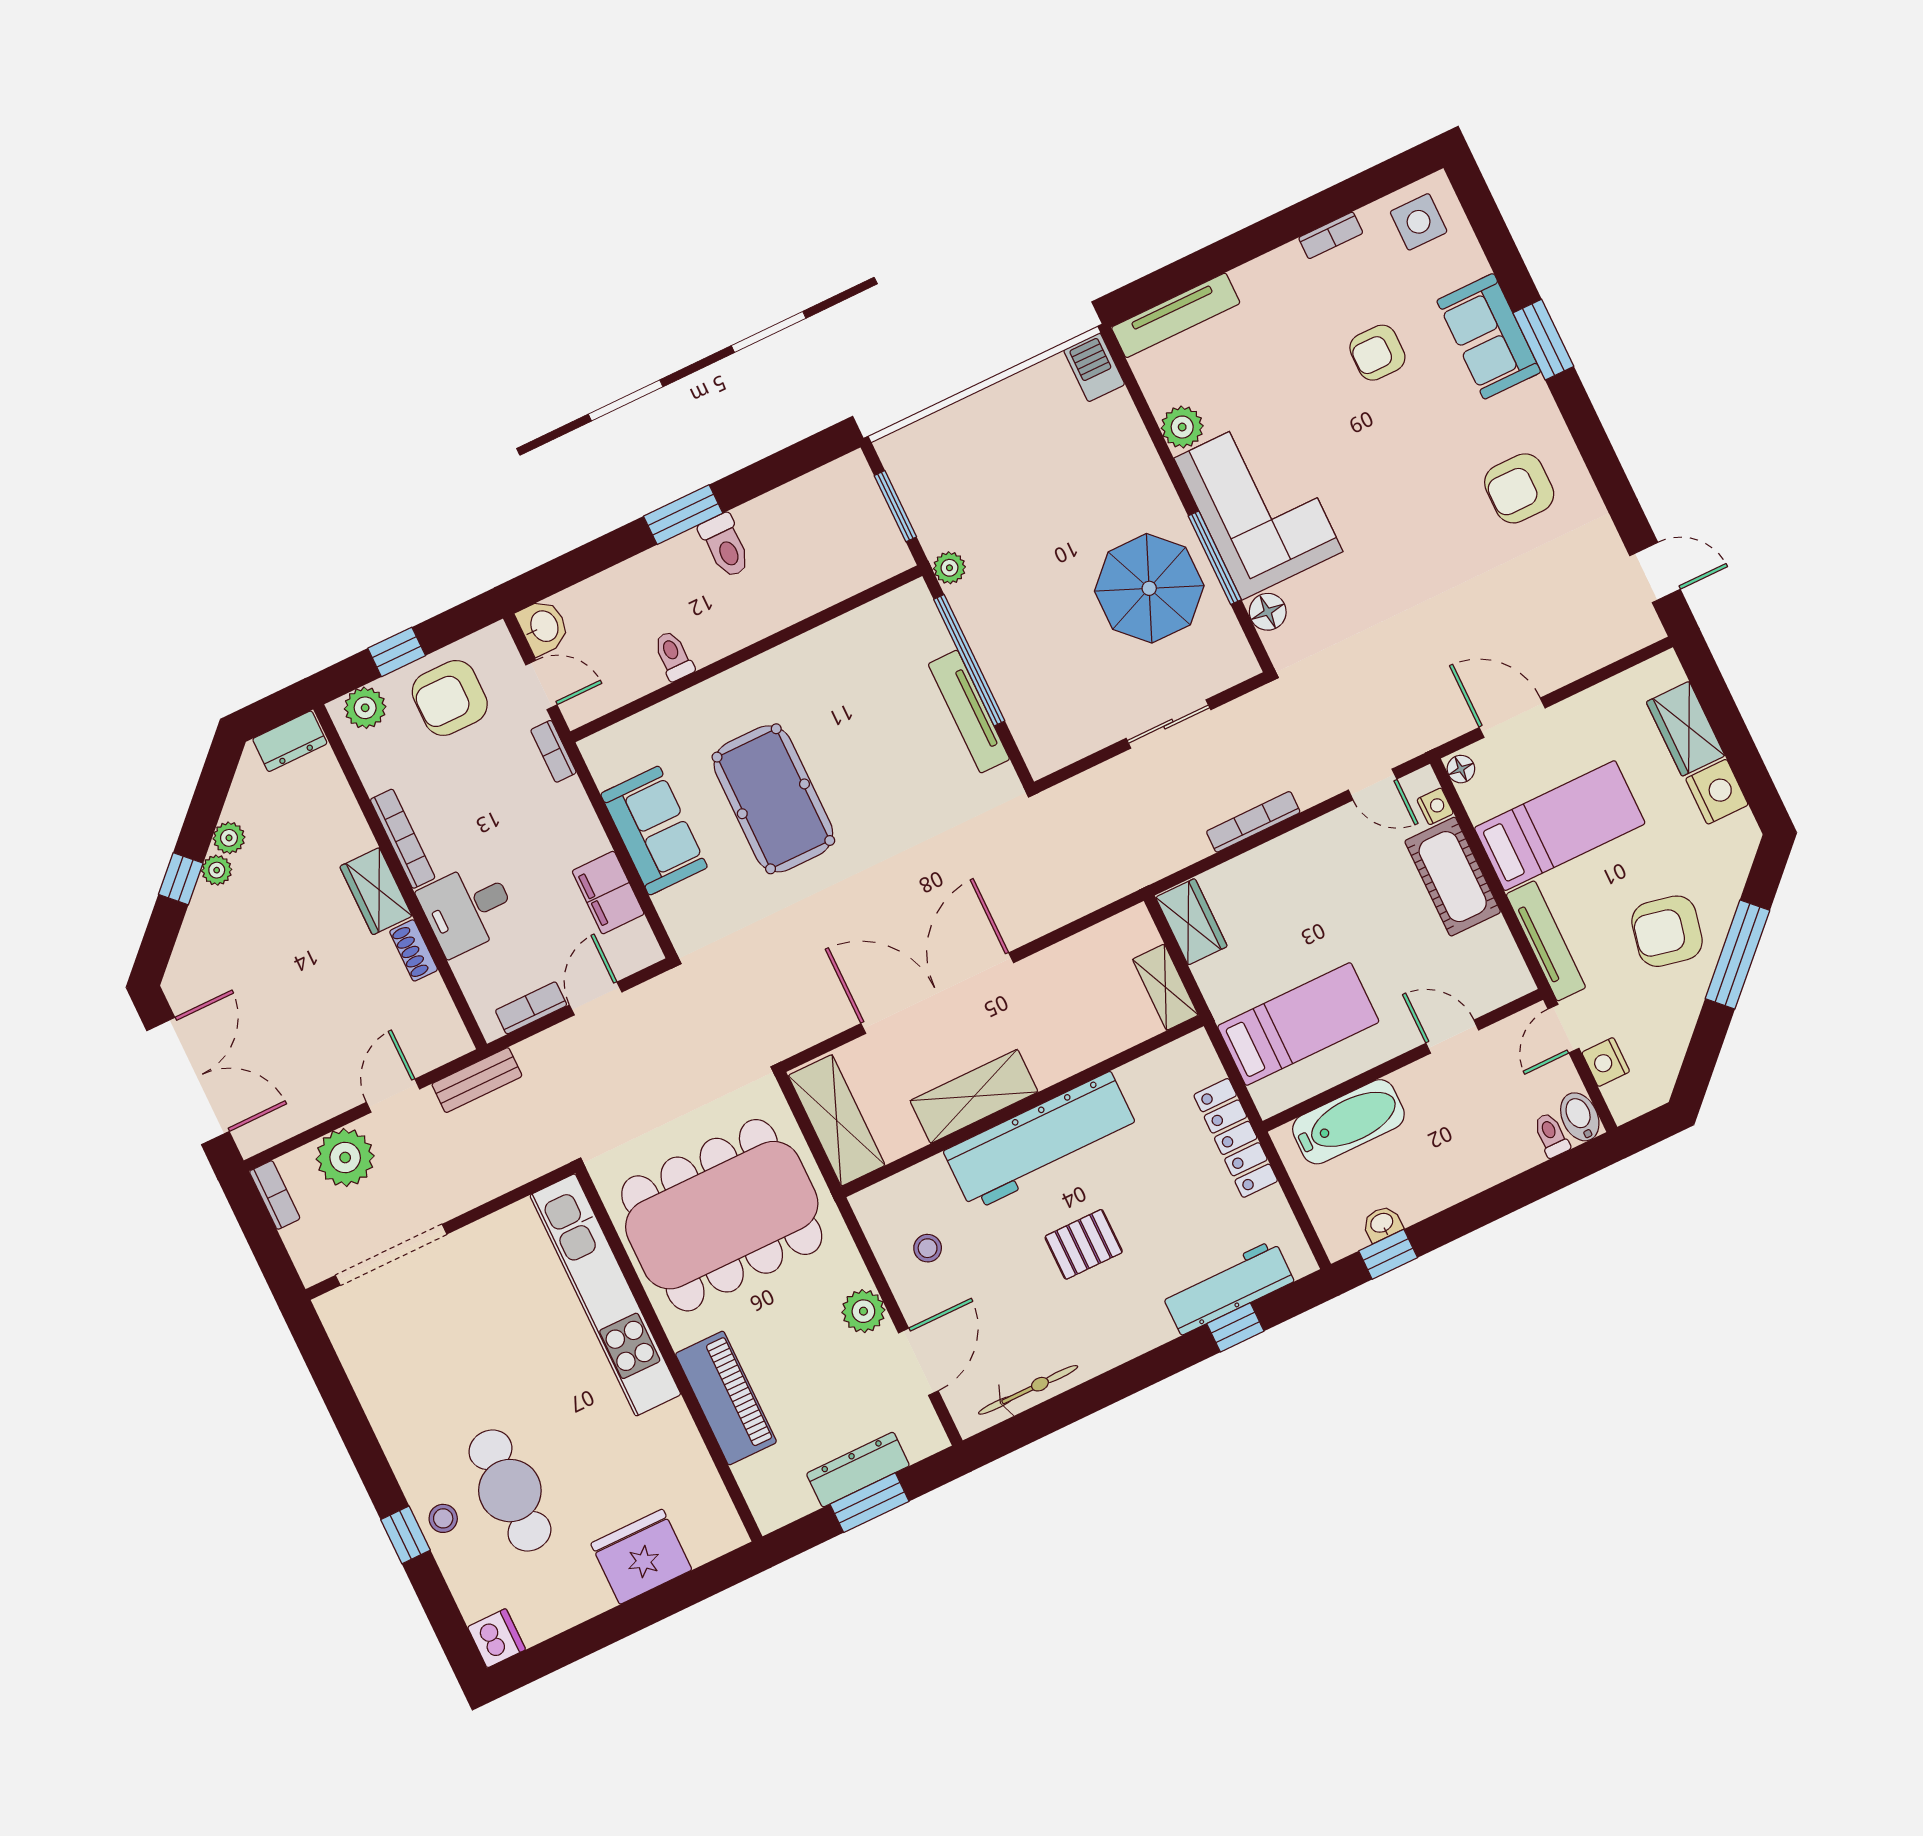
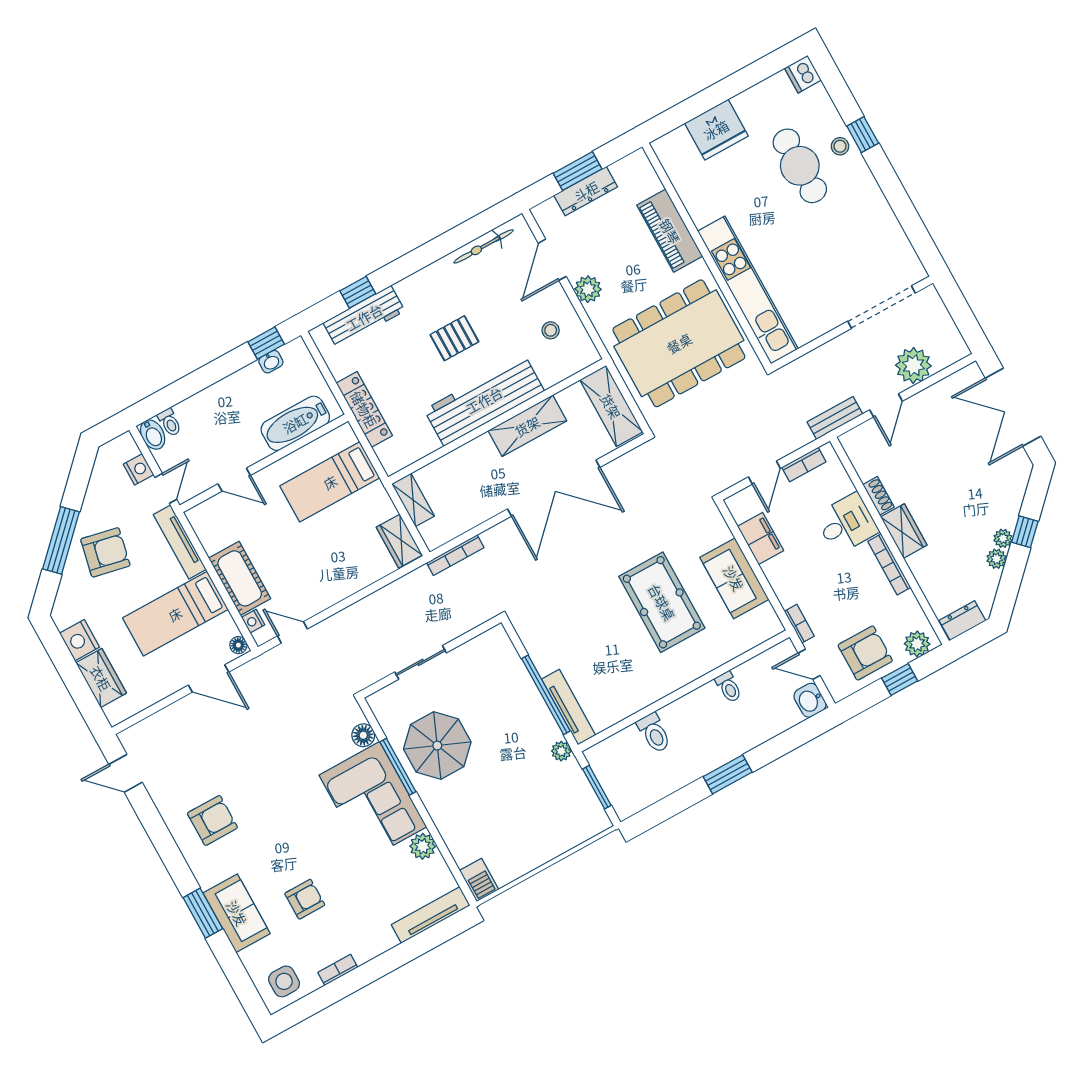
toilet: (725, 546) -> (654, 733), moved, turned 180
tv unit: (969, 712) -> (569, 707), moved
bookcase: (1253, 822) -> (455, 555), moved
bookcase: (275, 1195) -> (956, 340), removed

